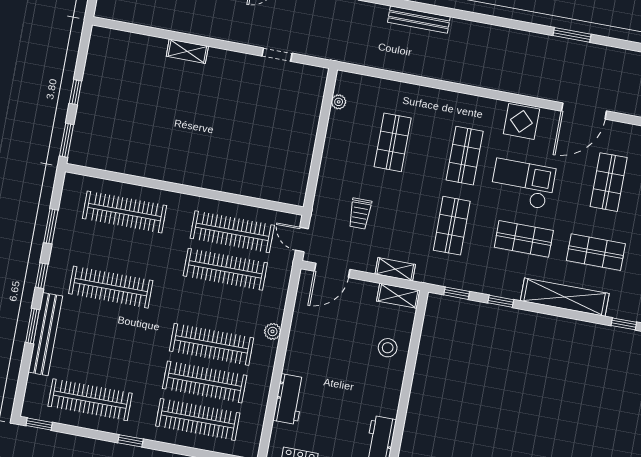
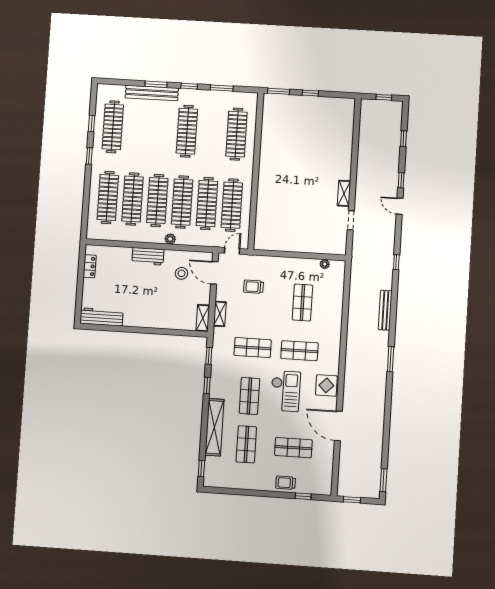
window: (572, 35) -> (391, 359), moved
shelving: (187, 51) -> (344, 193), moved
shop shelf: (393, 142) -> (302, 302), turned 90
clothes rail: (218, 307) -> (182, 202), added
stool: (388, 348) -> (181, 273), moved
workbench: (289, 399) -> (148, 256), moved
window: (39, 424) -> (92, 124), moved

